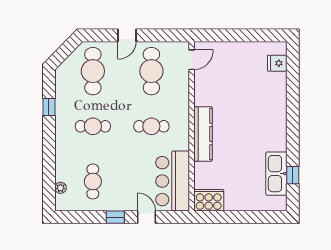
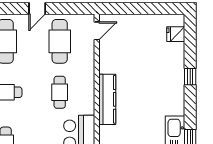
window: (293, 109) -> (190, 77), added
cafe table: (151, 126) -> (60, 92), turned 90

